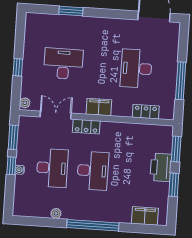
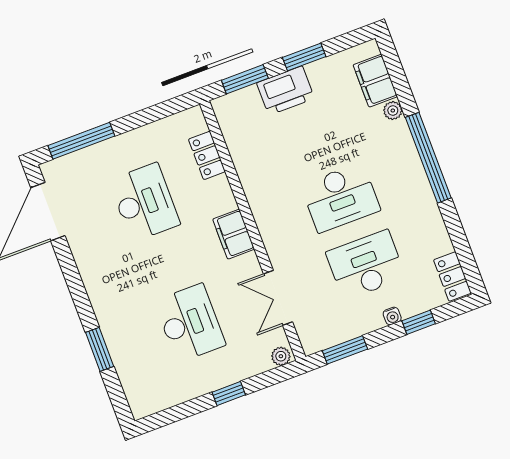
desk: (63, 64) -> (190, 323), turned 180
desk: (136, 69) -> (144, 202), turned -90
window: (181, 81) -> (81, 141), moved
locker: (86, 127) -> (452, 277), moved, turned 180
window: (11, 166) -> (419, 322), moved
desk: (93, 171) -> (340, 197), turned 180
plant: (56, 213) -> (393, 111), moved

